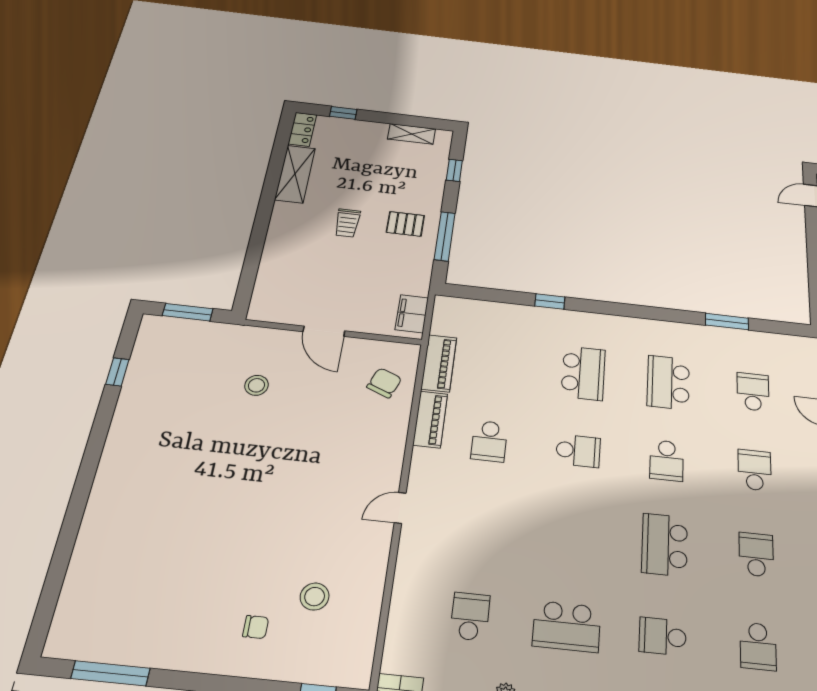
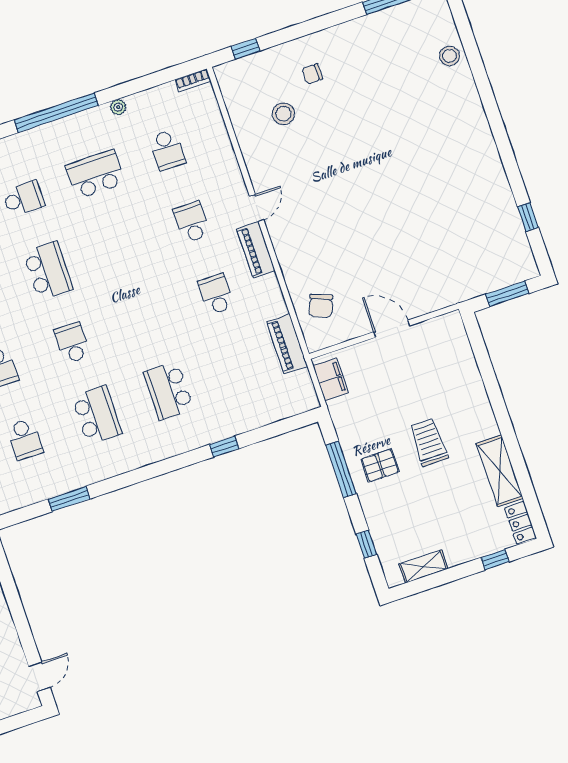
trolley: (347, 223) -> (429, 442), width x1.36, depth x1.39
stool: (256, 385) -> (449, 56), moved
piano: (430, 419) -> (256, 250), moved
school desk: (578, 451) -> (192, 222), moved, turned 90

